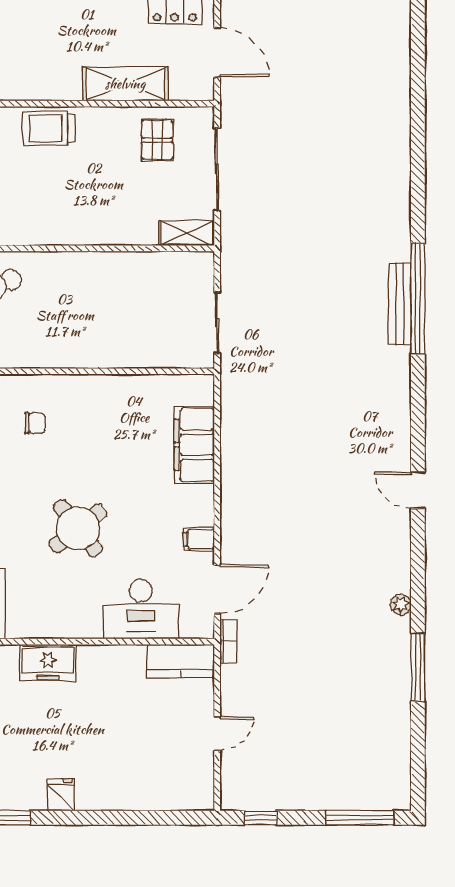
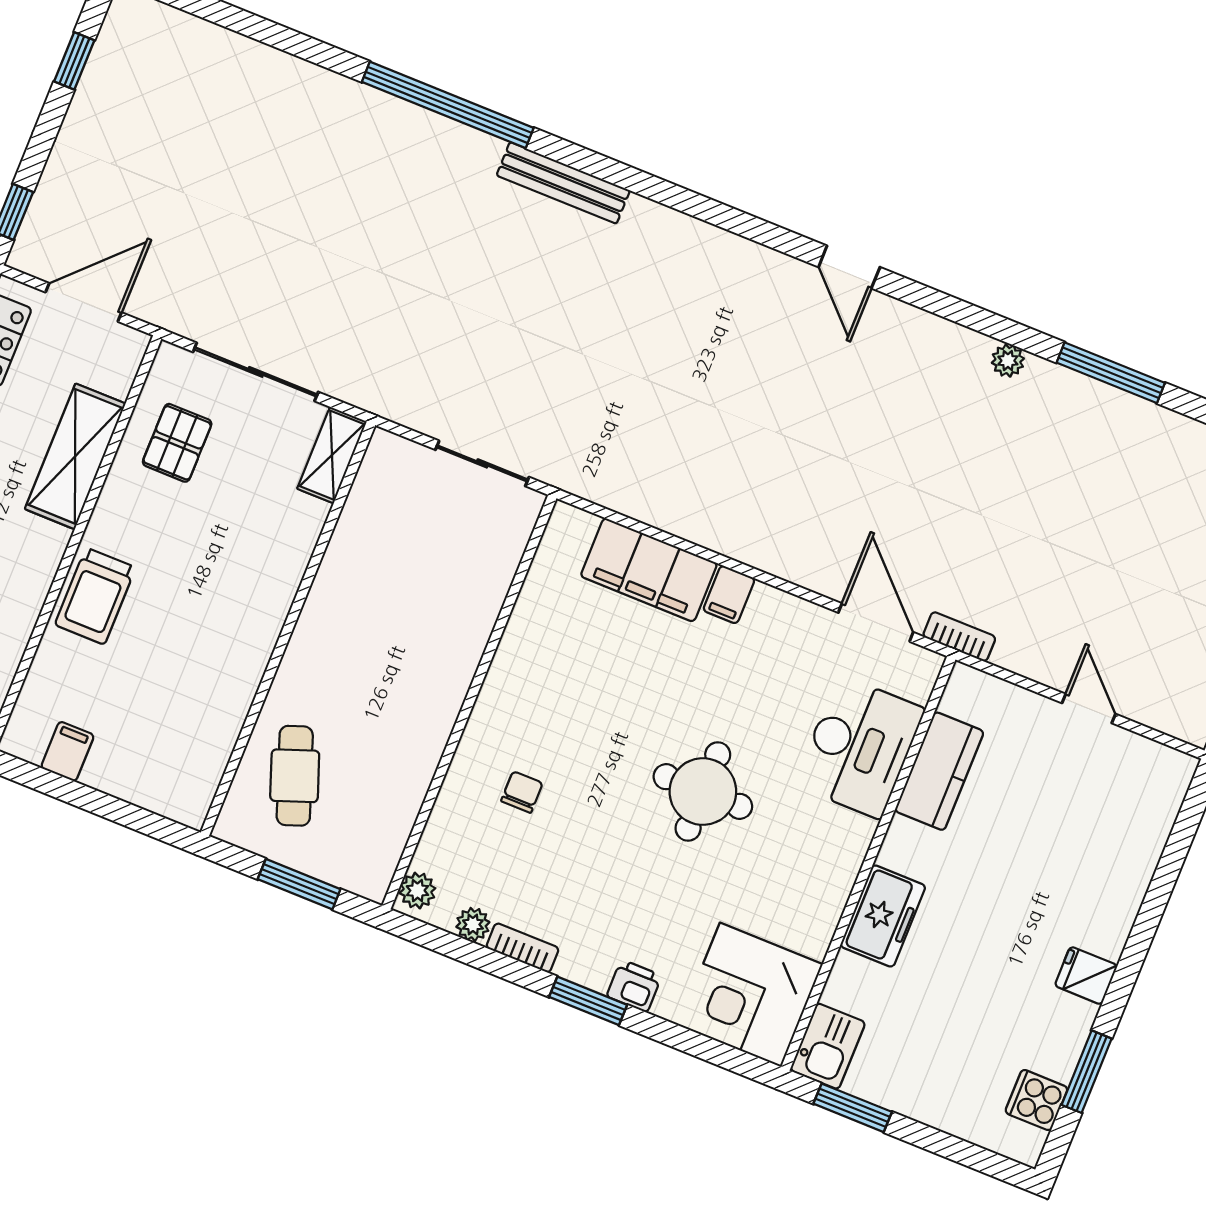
pallet: (157, 140) -> (177, 443), turned 90
window: (418, 299) -> (448, 105), moved
door: (418, 490) -> (849, 267), hinge flipped
round table: (78, 528) -> (703, 792), turned 38
filing cabinet: (199, 539) -> (729, 595), moved
kitchen counter: (181, 661) -> (939, 771), moved

